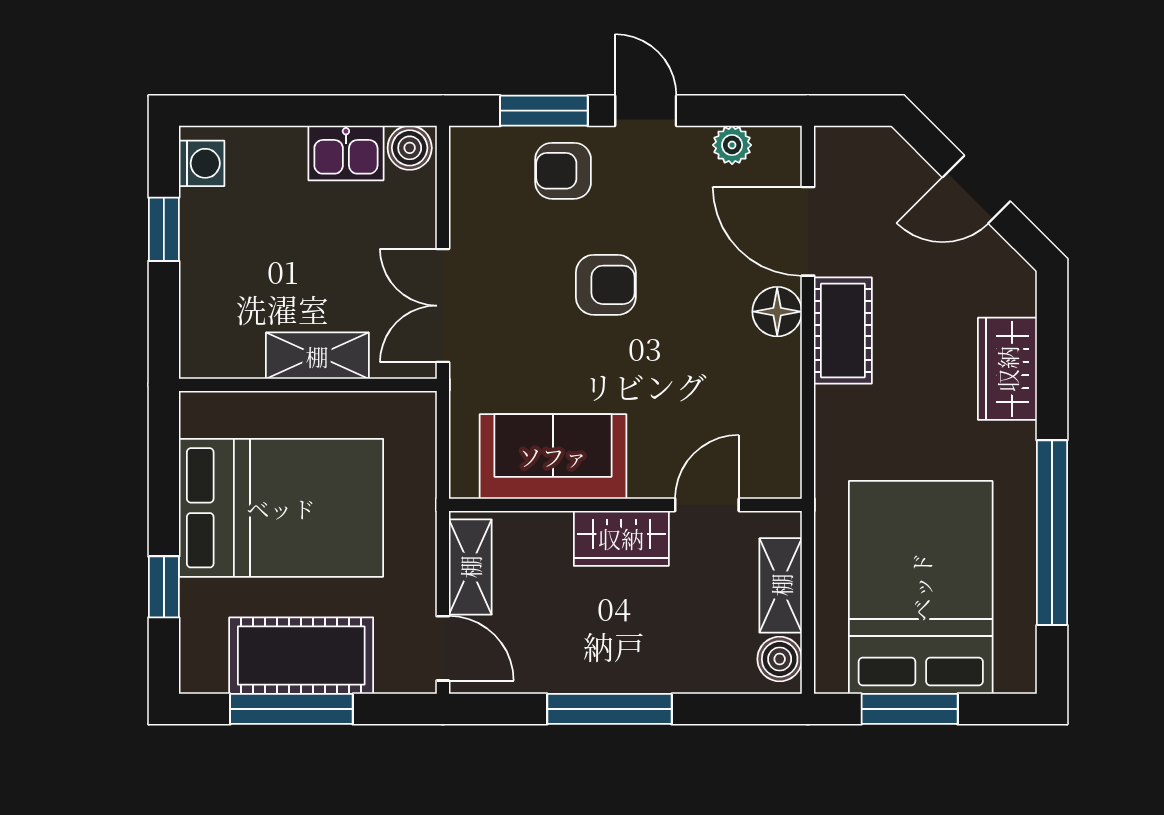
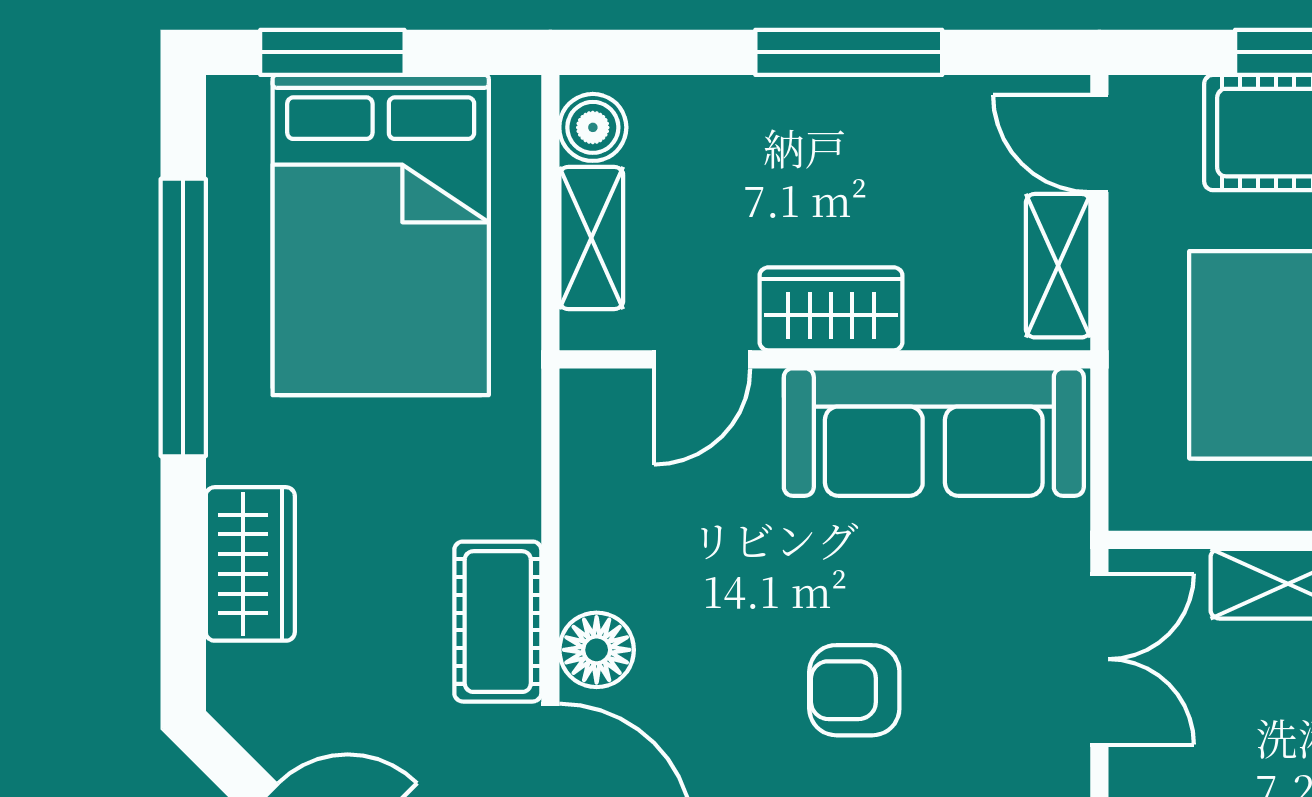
sofa: (553, 456) -> (934, 432), width x1.36
window: (910, 709) -> (332, 52), moved

